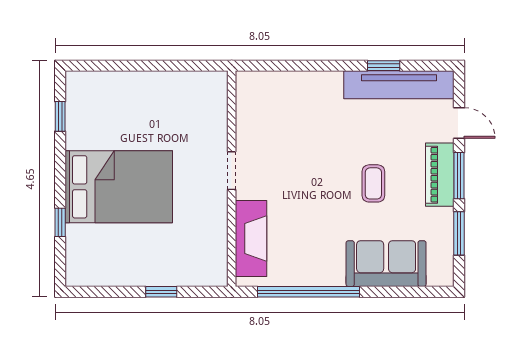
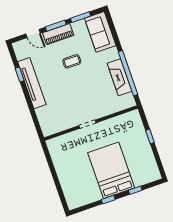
tv unit: (399, 85) -> (32, 83), moved
window: (60, 116) -> (108, 200), moved
door: (459, 123) -> (33, 34), swing flipped
fireplace: (251, 239) -> (119, 77), moved, turned -90
sofa: (386, 264) -> (100, 32), moved

